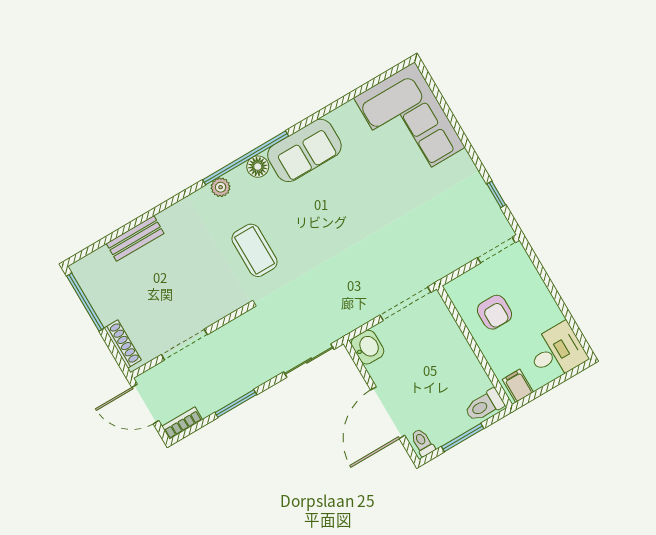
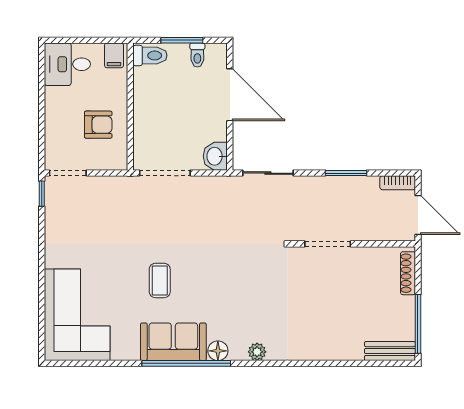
window: (246, 158) -> (186, 363), moved
window: (496, 194) -> (42, 194), moved
bench: (135, 238) -> (390, 351), moved
coffee table: (255, 250) -> (160, 280), moved, width x0.73, depth x0.77
armchair: (494, 312) -> (98, 125), turned 90
doorway: (184, 345) -> (328, 244), moved
door: (388, 413) -> (230, 95), hinge flipped
toilet: (422, 442) -> (197, 55), moved

